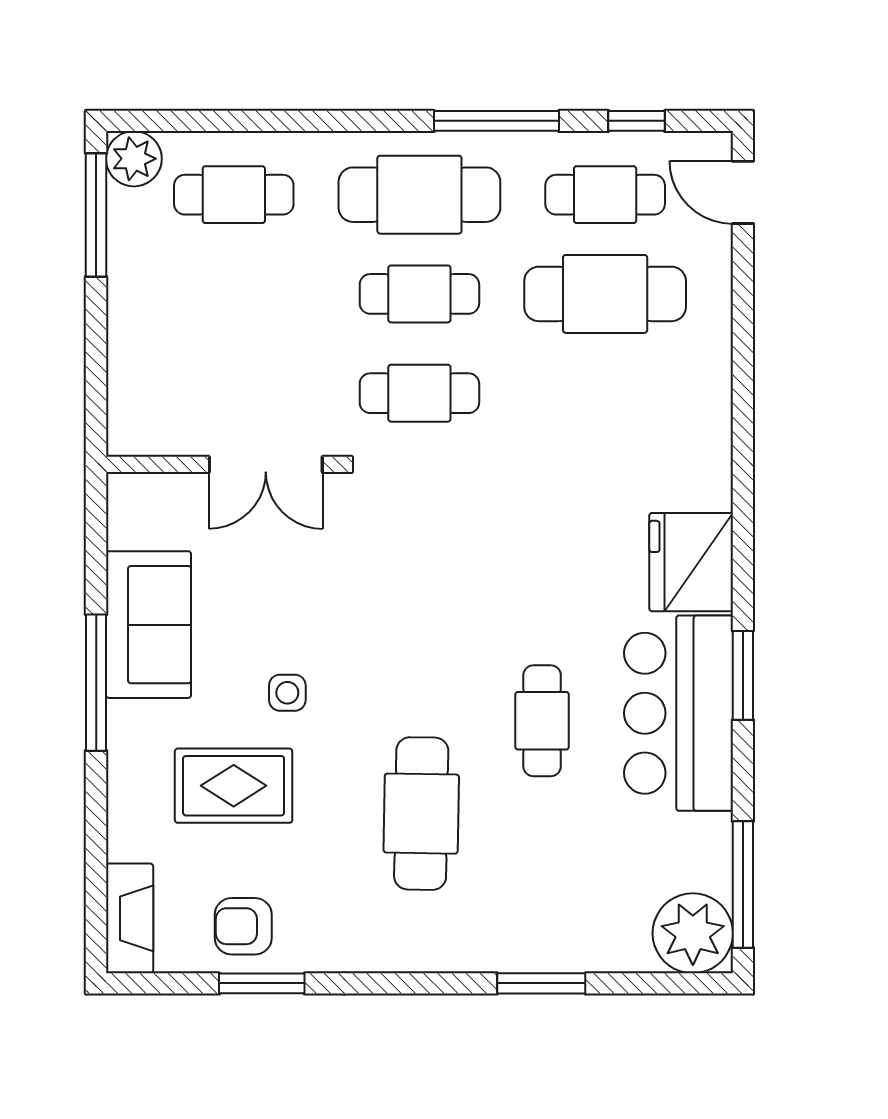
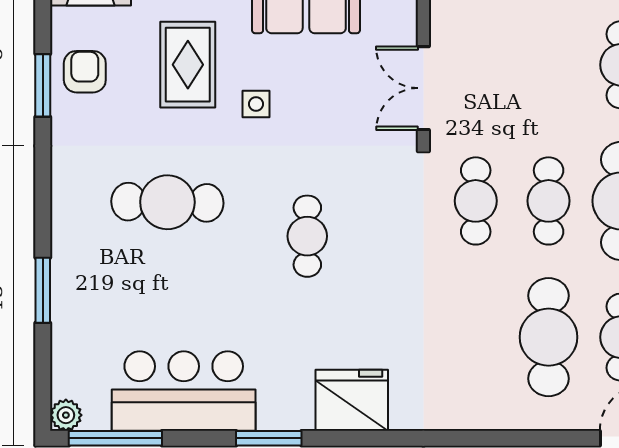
bar counter: (679, 713) -> (184, 391), moved
cafe table: (542, 721) -> (307, 236), moved, turned 90
plant: (693, 933) -> (66, 415), width x0.53, depth x0.53

